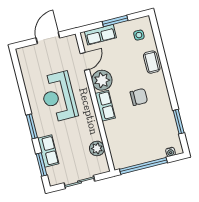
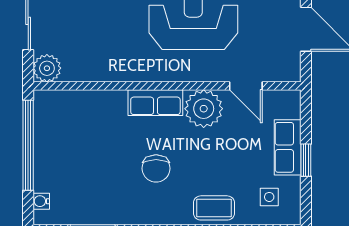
window: (115, 21) -> (306, 160), width x0.67
row of seats: (100, 35) -> (288, 147), moved
plant: (97, 148) -> (47, 68), moved

